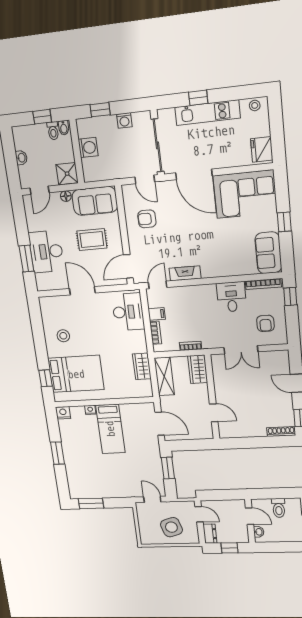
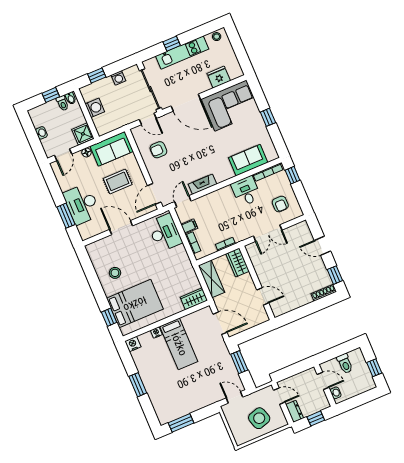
fridge: (262, 149) -> (219, 77), moved, turned 90
sofa: (268, 253) -> (248, 160), moved, turned 90
wardrobe: (142, 366) -> (194, 299), moved, turned 90

